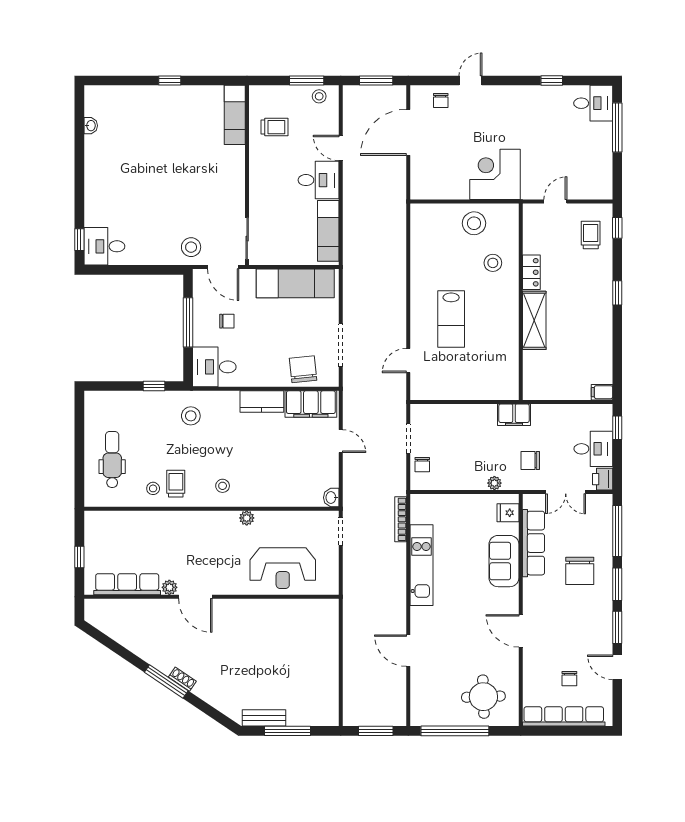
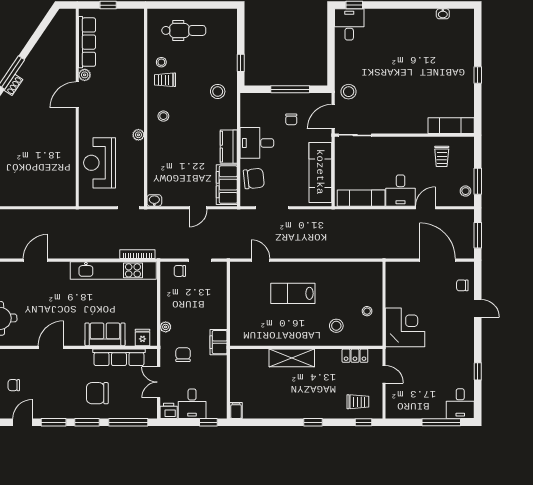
stool: (474, 223) -> (367, 311), width x0.53, depth x0.53
locker: (531, 272) -> (355, 356), moved
desk: (214, 367) -> (257, 143), moved, turned -90
trolley: (176, 484) -> (165, 80), turned 180
kitchen unit: (422, 565) -> (113, 270), width x1.36

